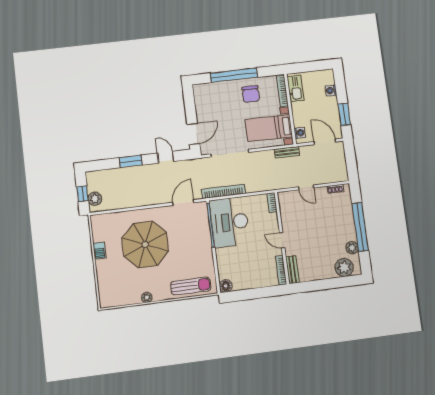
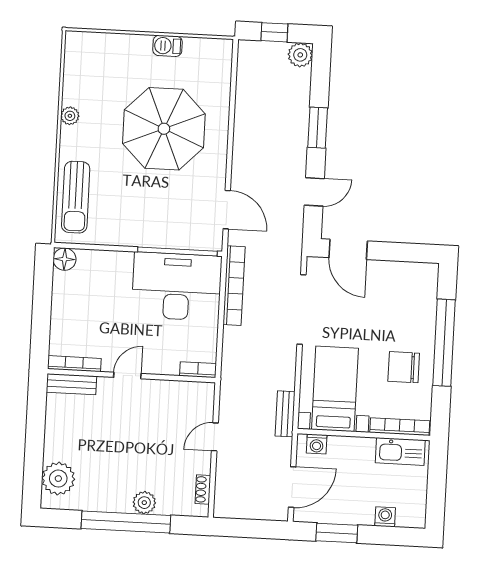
plant: (95, 199) -> (300, 55), moved
plant: (352, 248) -> (144, 503), moved

